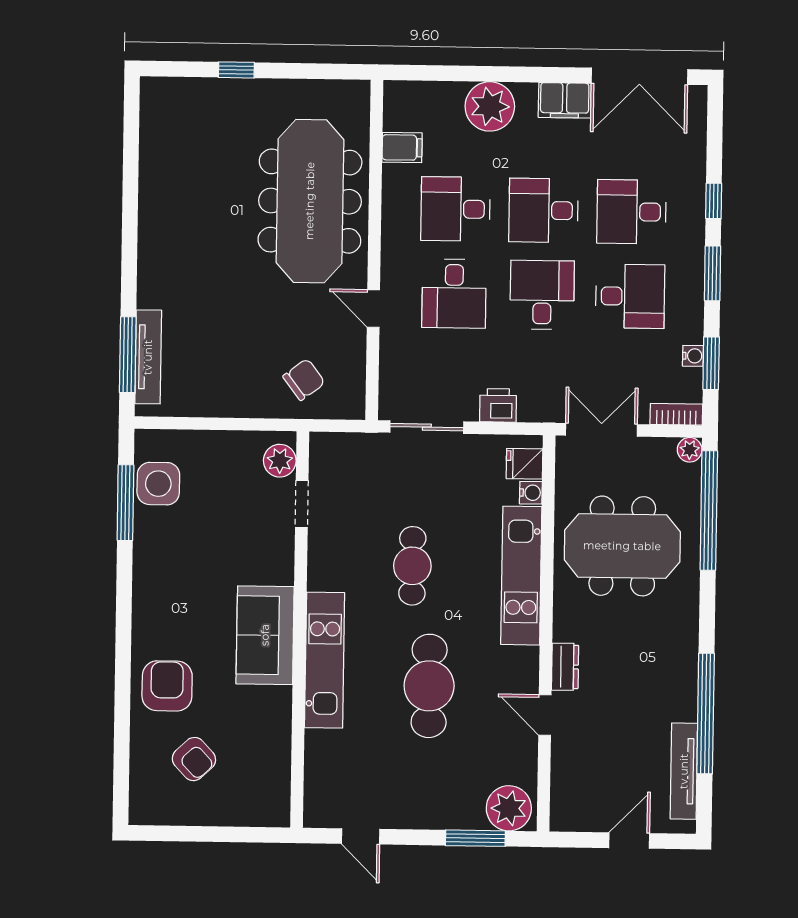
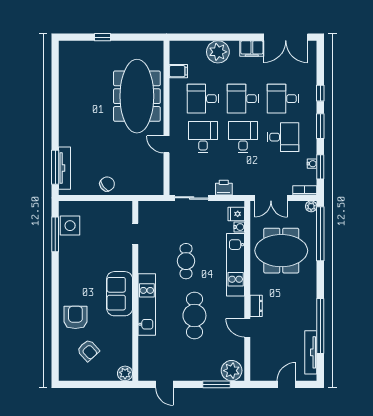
desk: (454, 293) -> (203, 137), turned 180
chair: (304, 380) -> (107, 184), moved
double door: (601, 430) -> (271, 198), swing flipped
plant: (280, 461) -> (125, 373), moved

